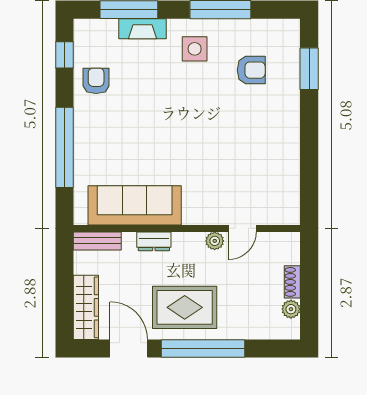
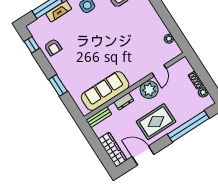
armchair: (96, 81) -> (53, 47), turned 180
window: (65, 147) -> (58, 85), width x0.47
plant: (291, 187) -> (169, 39), added
plant: (215, 241) -> (149, 90), width x1.87, depth x1.87
window: (203, 349) -> (188, 126), moved

